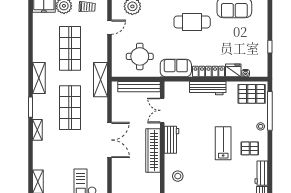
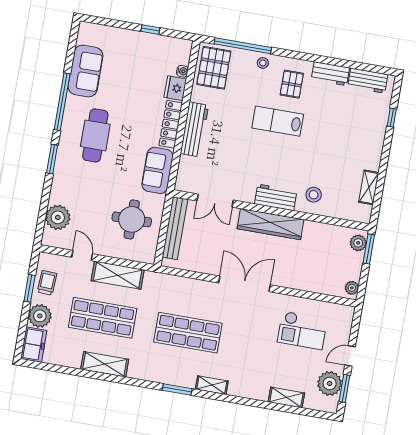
shelving: (39, 78) -> (105, 364), moved
shelving: (100, 80) -> (118, 275), moved
workbench: (171, 140) -> (276, 197), moved

